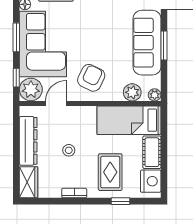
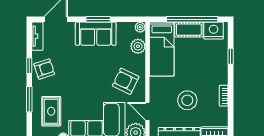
sofa: (147, 43) -> (96, 34), width x0.73
stool: (69, 150) -> (187, 100), width x1.89, depth x1.89
window: (164, 156) -> (192, 19), added
rug: (110, 172) -> (206, 65), removed

